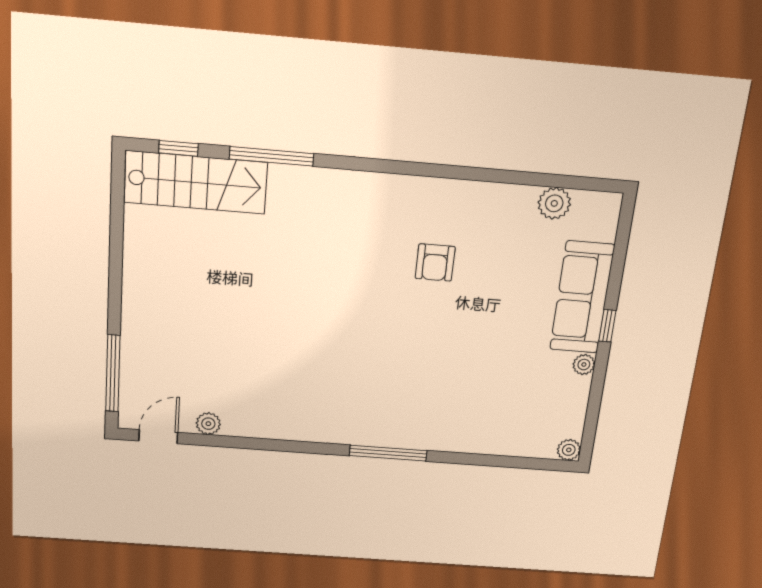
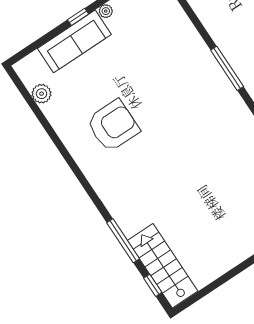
armchair: (435, 263) -> (113, 126), width x1.88, depth x1.88

